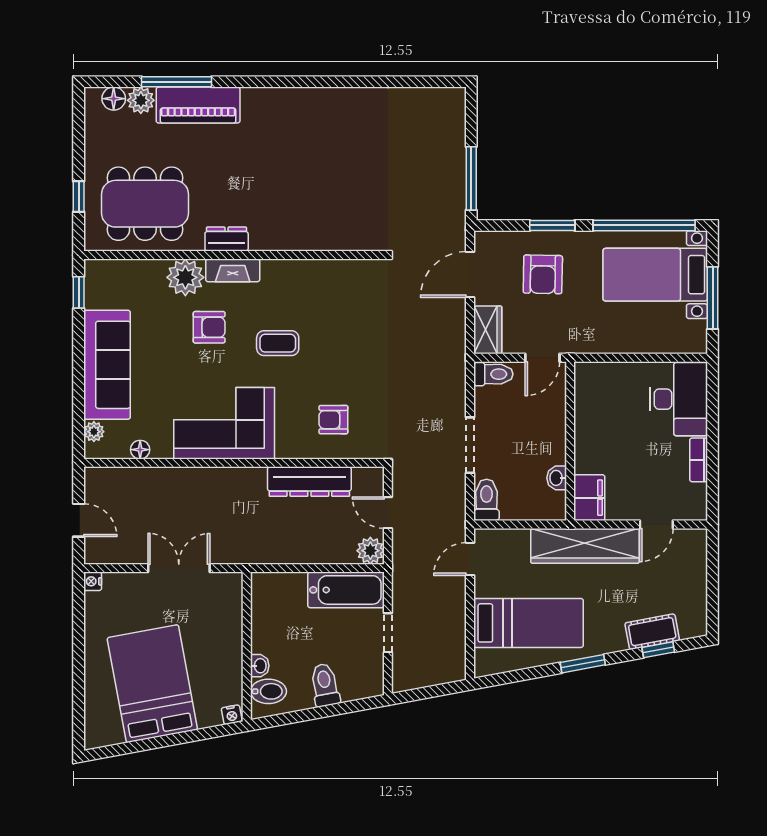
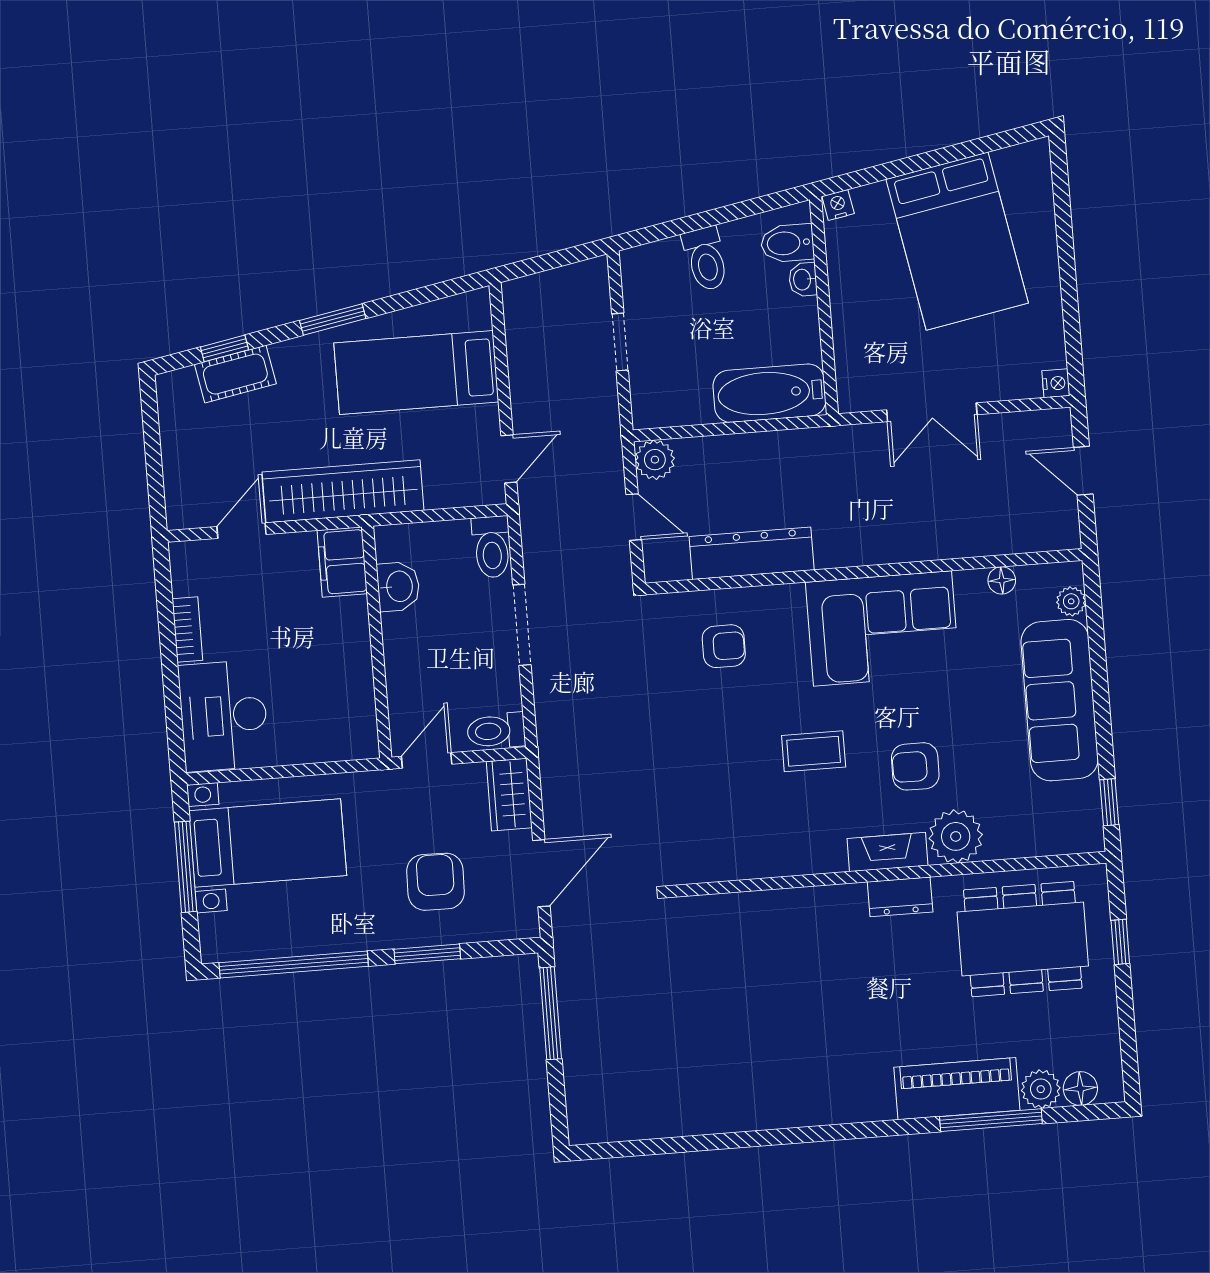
bed with nightstands: (655, 275) -> (268, 843), moved
washbasin: (557, 478) -> (398, 586), width x1.38, depth x1.45
bathtub: (346, 590) -> (769, 393), moved

